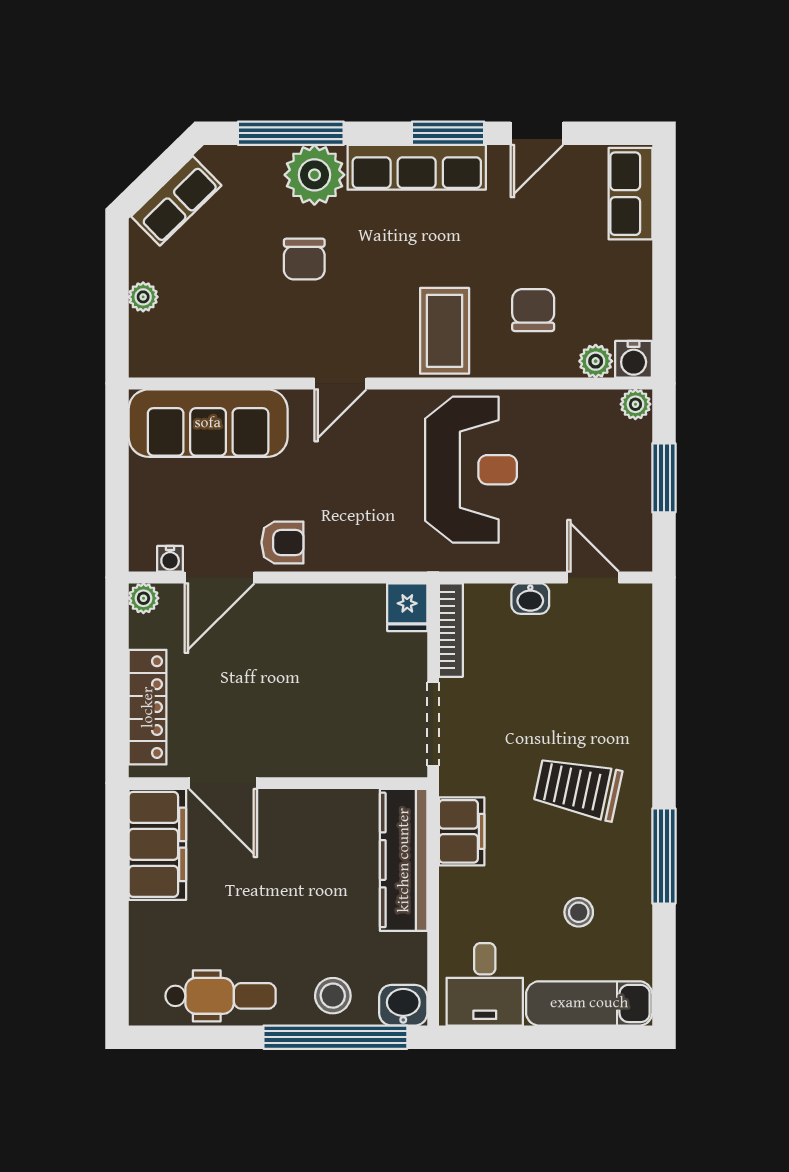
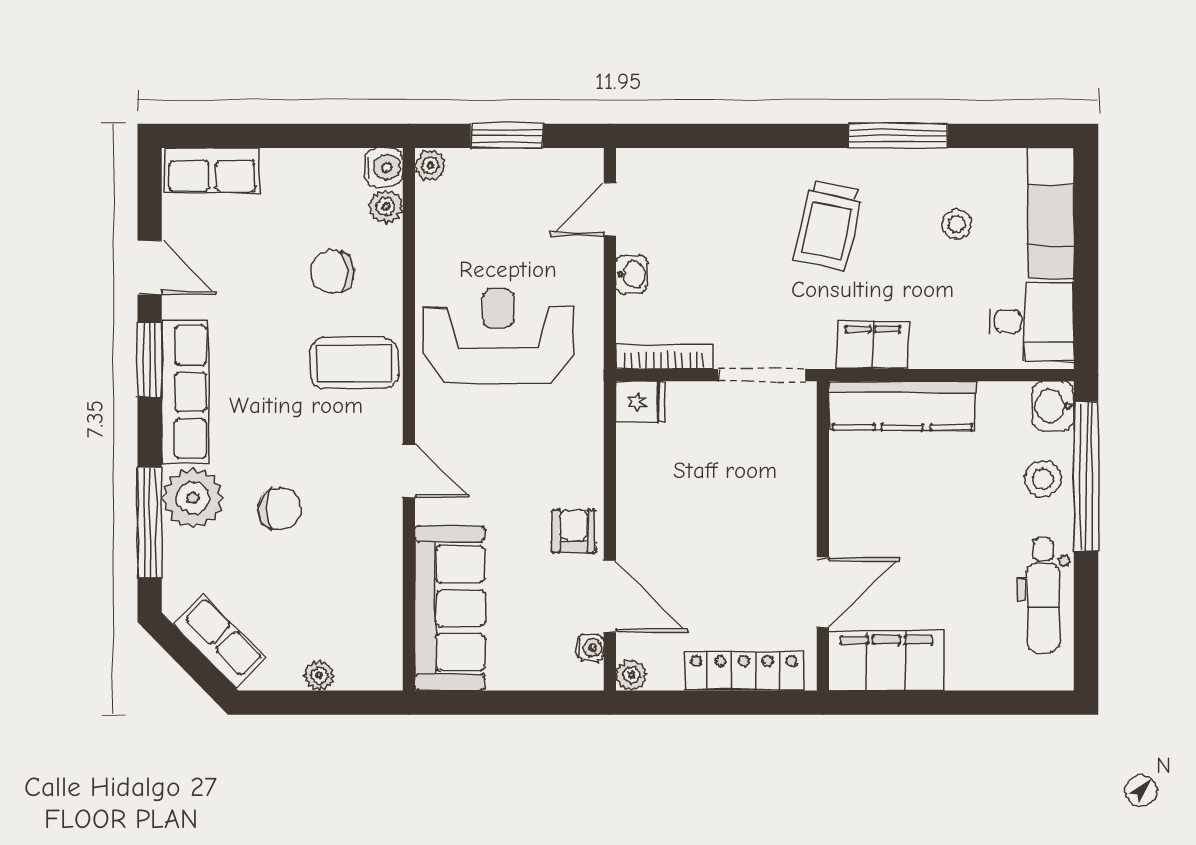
dental chair: (221, 996) -> (1043, 595), turned 180

